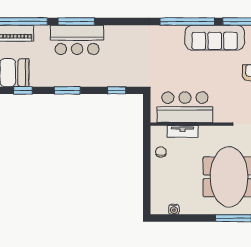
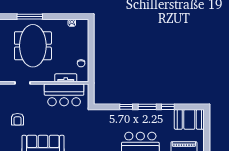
window: (23, 90) -> (168, 107), moved
window: (117, 90) -> (126, 107), moved

